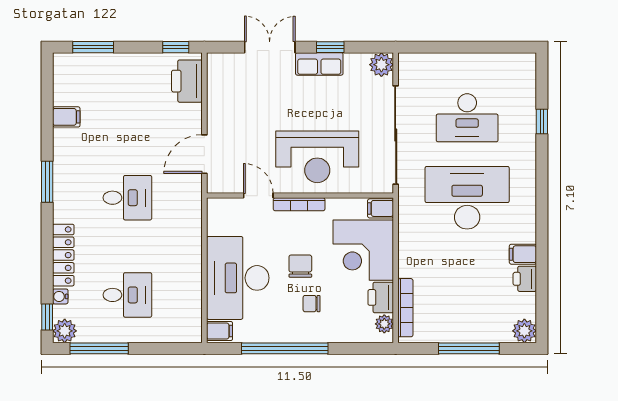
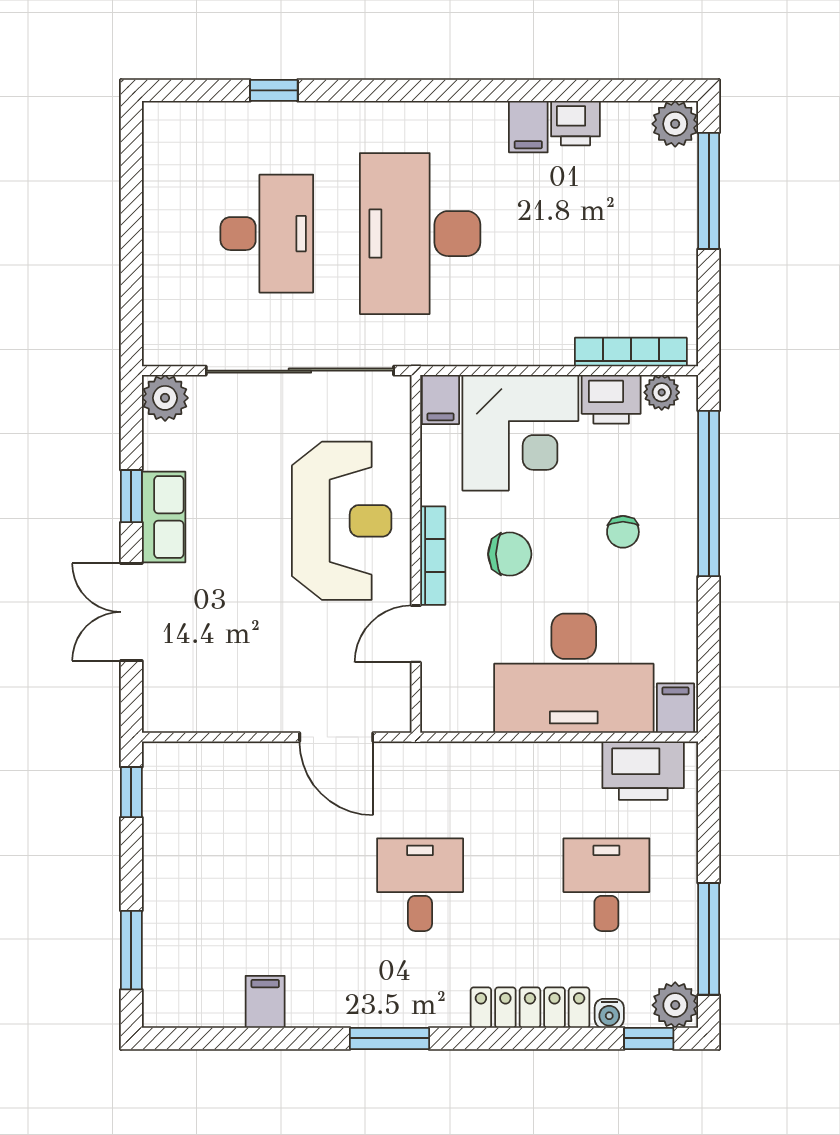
printer: (187, 81) -> (643, 771), moved
chair: (300, 266) -> (510, 554), moved, turned 180
window: (285, 348) -> (709, 494), moved
window: (469, 348) -> (709, 191), moved

